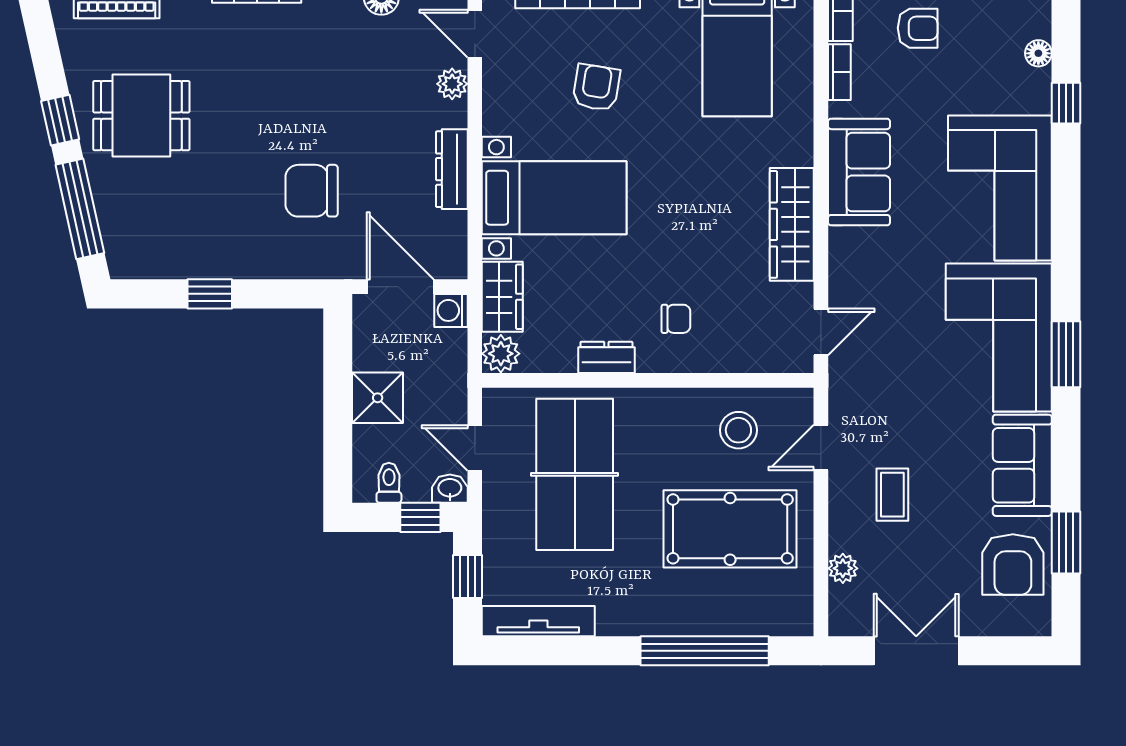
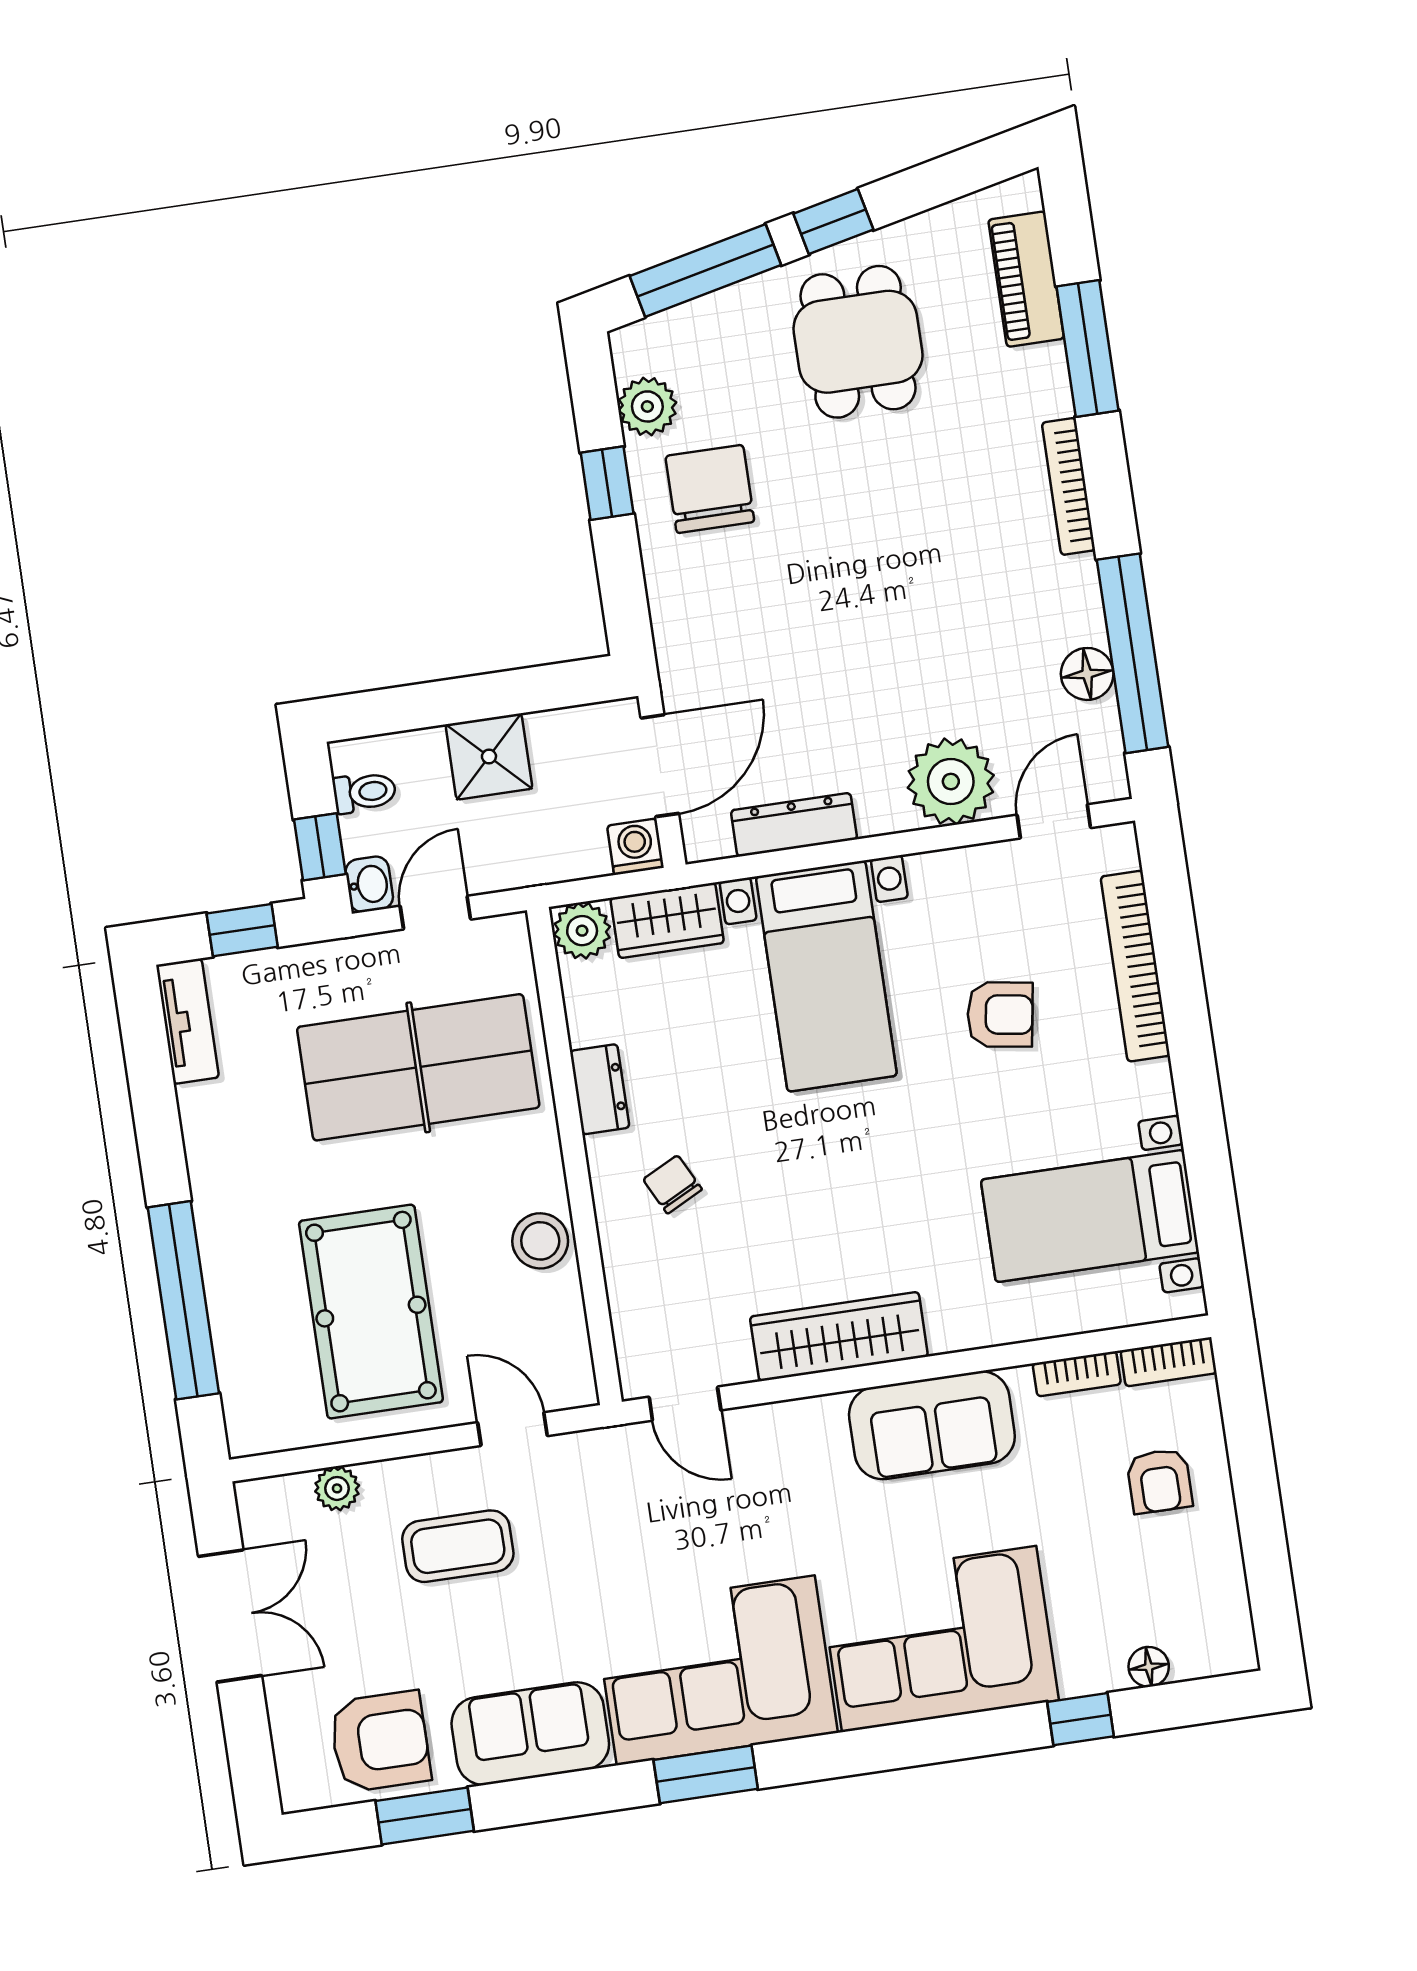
plant: (452, 84) -> (951, 782), width x1.88, depth x1.88
dresser: (452, 169) -> (794, 825), moved
chair: (312, 191) -> (710, 489), moved
plant: (163, 260) -> (647, 406), added
chair: (676, 319) -> (673, 1184), turned 153
stool: (738, 430) -> (540, 1241), moved
coffee table: (892, 495) -> (458, 1546), width x1.36, depth x1.30
armchair: (1013, 565) -> (380, 1741), turned 180
tv unit: (538, 621) -> (187, 1021), width x0.71

